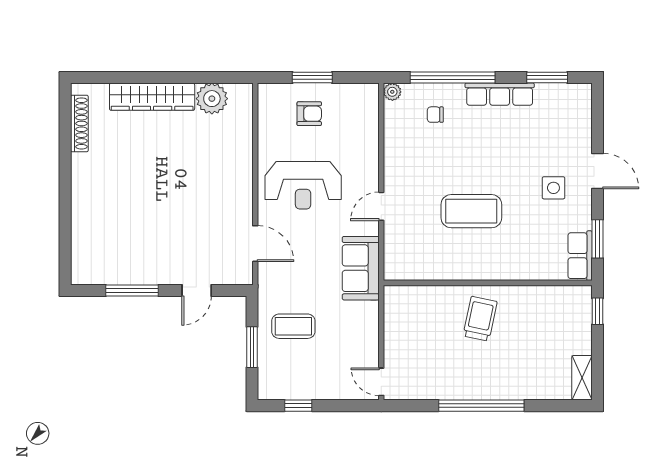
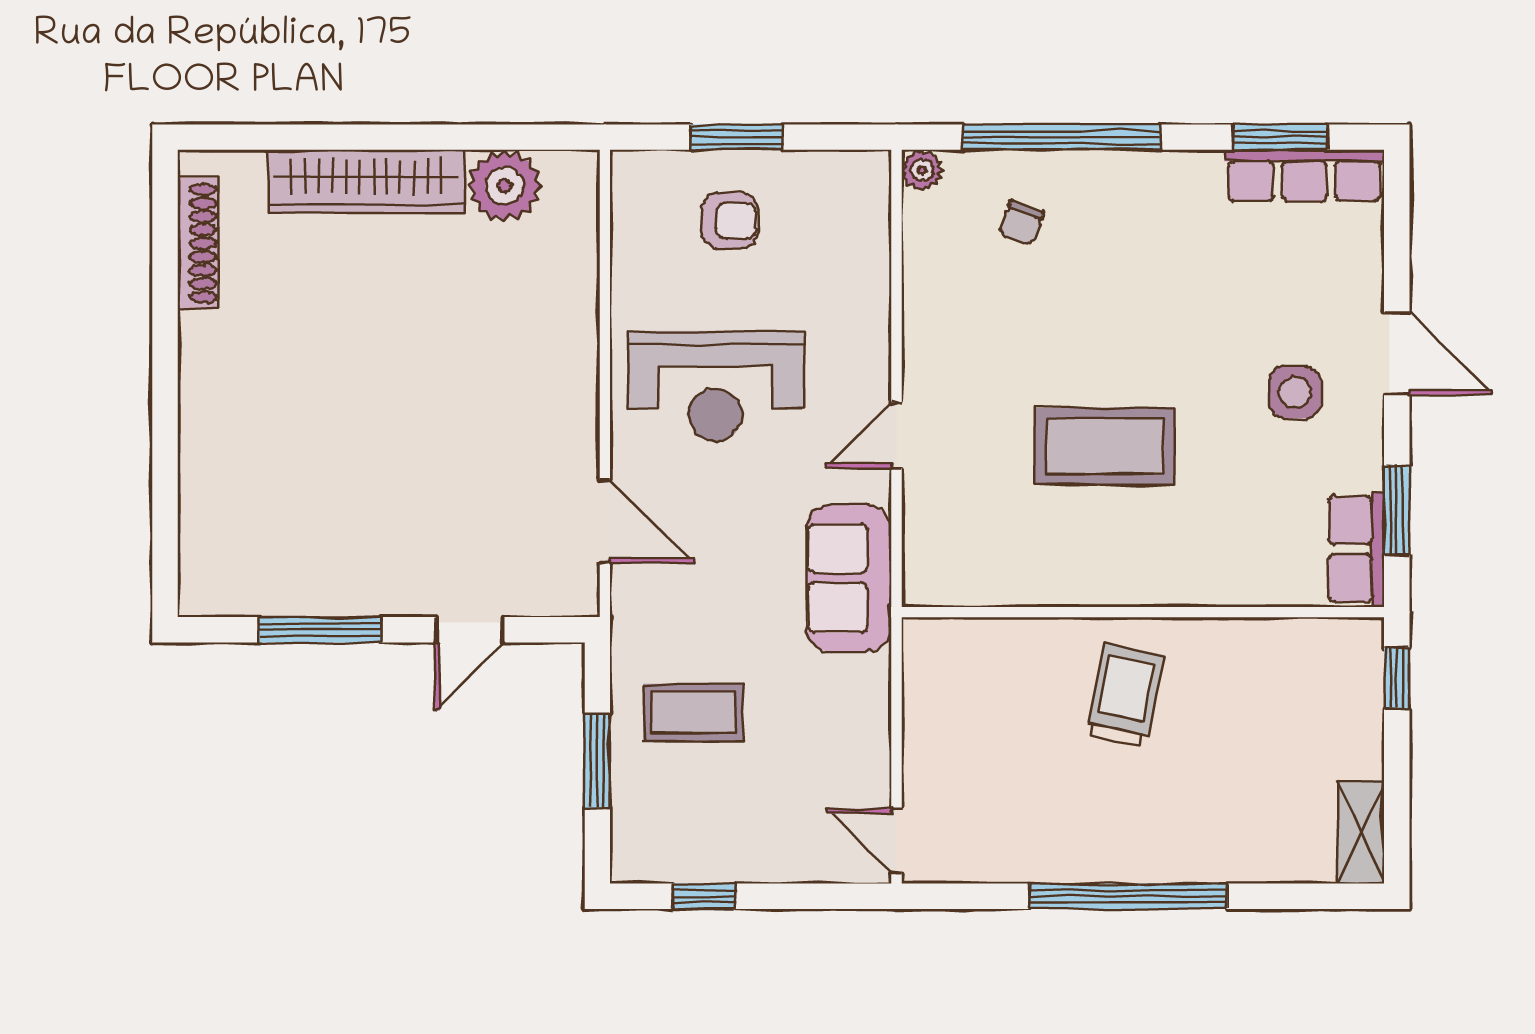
row of seats: (500, 94) -> (1304, 176), moved
chair: (435, 115) -> (1021, 223), turned -69

